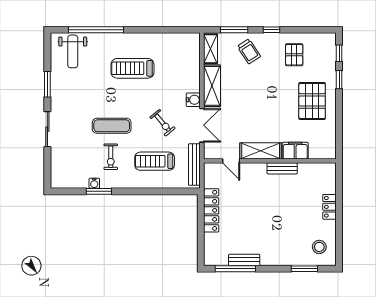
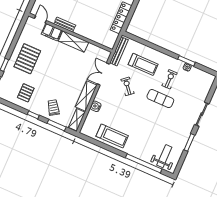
treadmill: (132, 68) -> (112, 136), moved
water cooler: (193, 100) -> (96, 106), moved
door: (231, 161) -> (40, 19), moved

